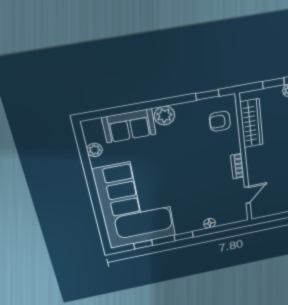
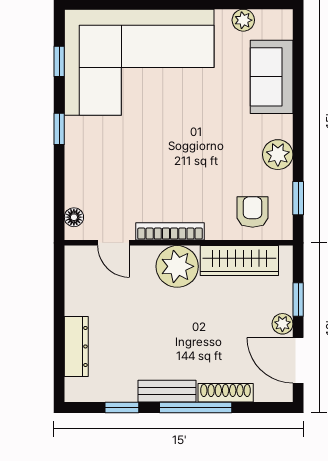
plant: (164, 116) -> (278, 155), moved
plant: (258, 158) -> (177, 266), added
bookcase: (237, 166) -> (170, 231), width x1.56
floor lamp: (210, 223) -> (74, 217), moved

